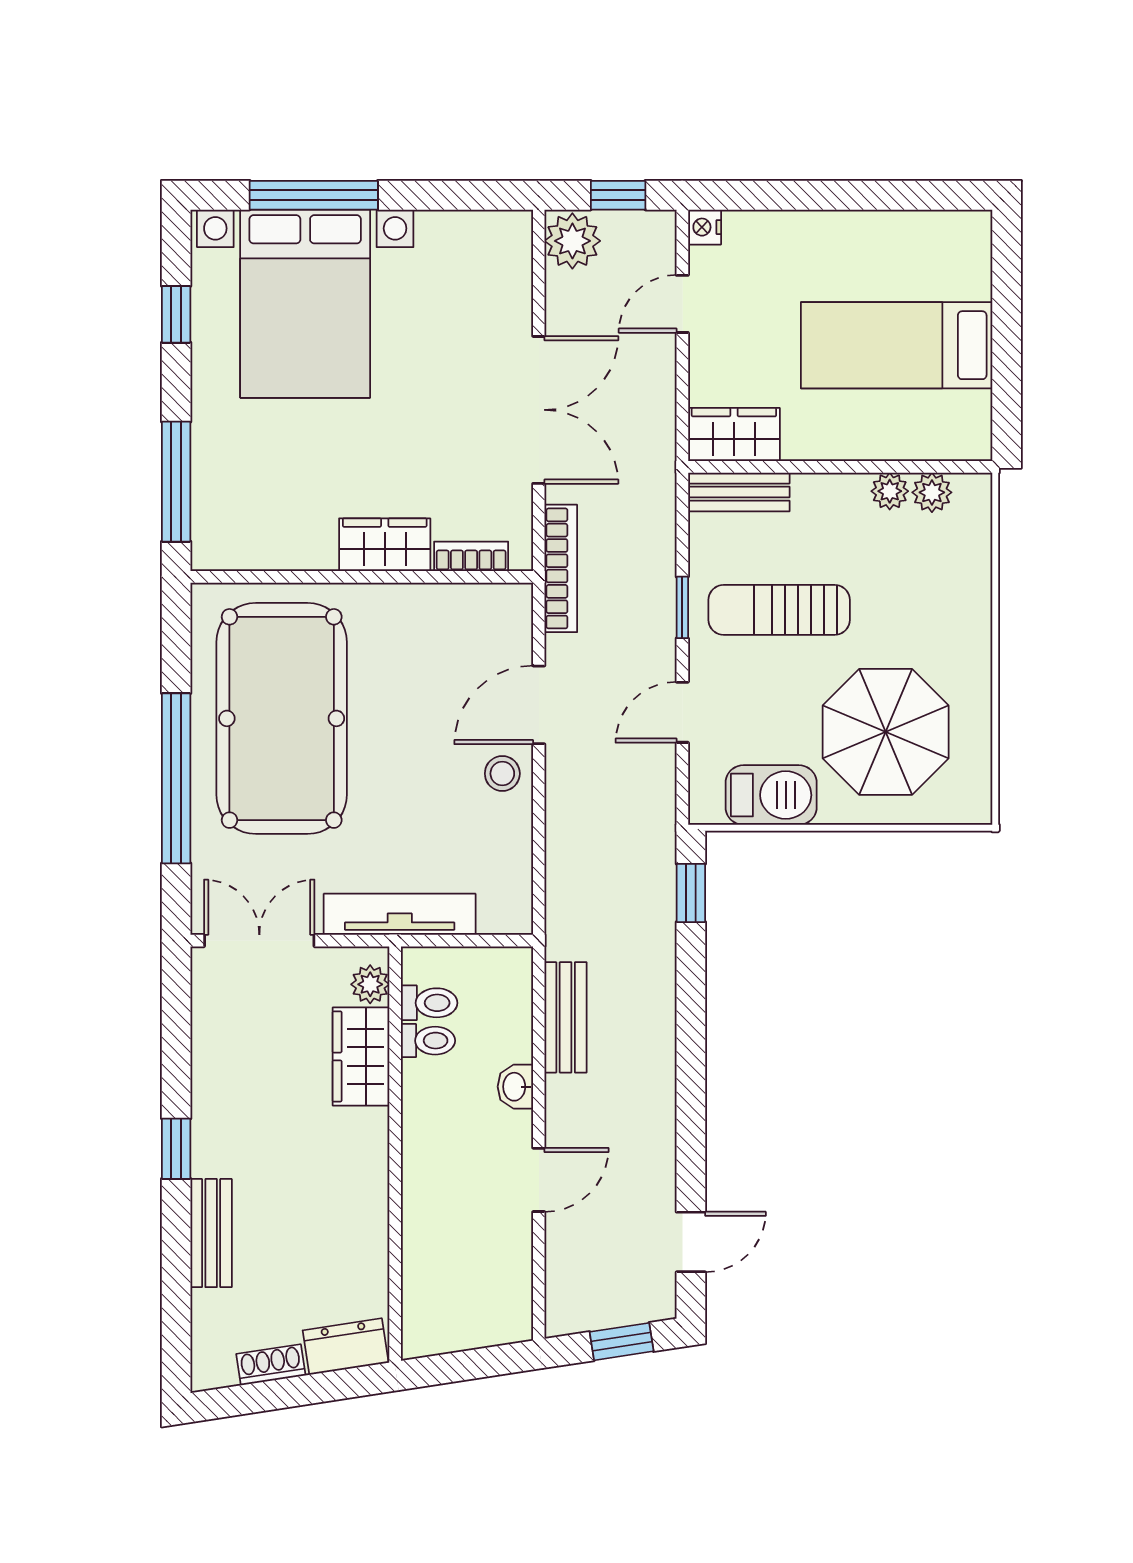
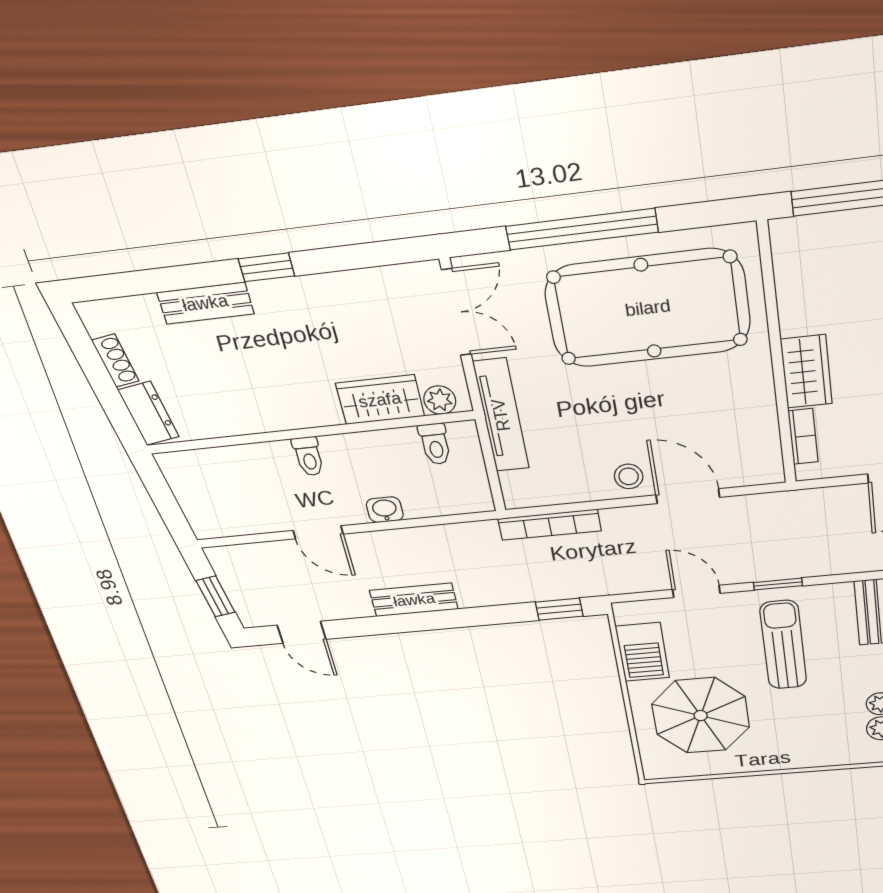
bookcase: (561, 568) -> (550, 525), moved
bench: (566, 1017) -> (414, 600), moved
toilet: (428, 1041) -> (308, 456), moved

